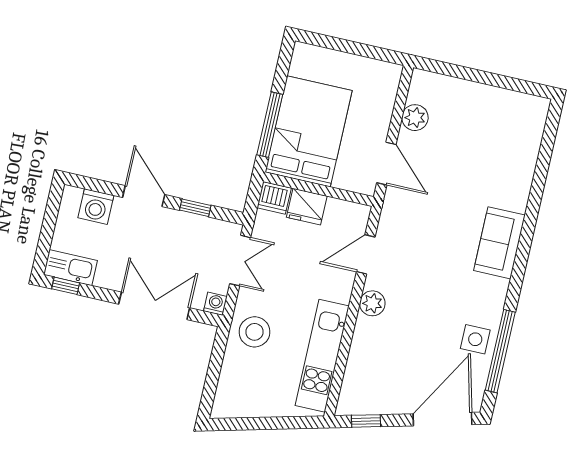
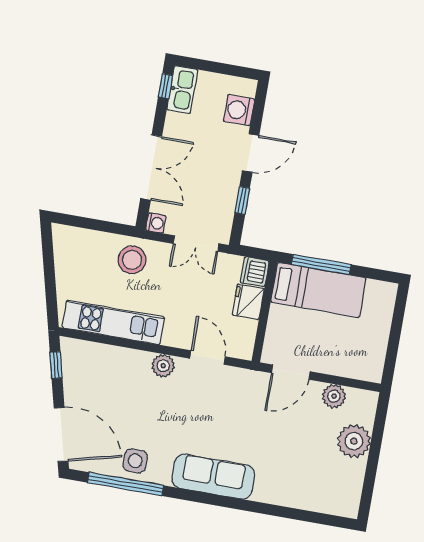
plant: (465, 98) -> (354, 441), added
bed: (309, 131) -> (318, 290), width x0.67
sofa: (499, 243) -> (213, 477), width x1.36

